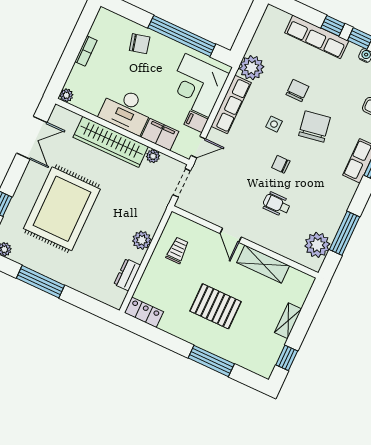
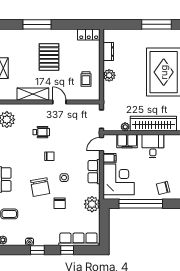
window: (333, 26) -> (67, 250), moved
row of seats: (317, 37) -> (78, 239), moved
row of seats: (231, 104) -> (94, 172), width x0.68
desk: (126, 110) -> (153, 146), width x0.73
pallet: (216, 306) -> (49, 57), turned 90

